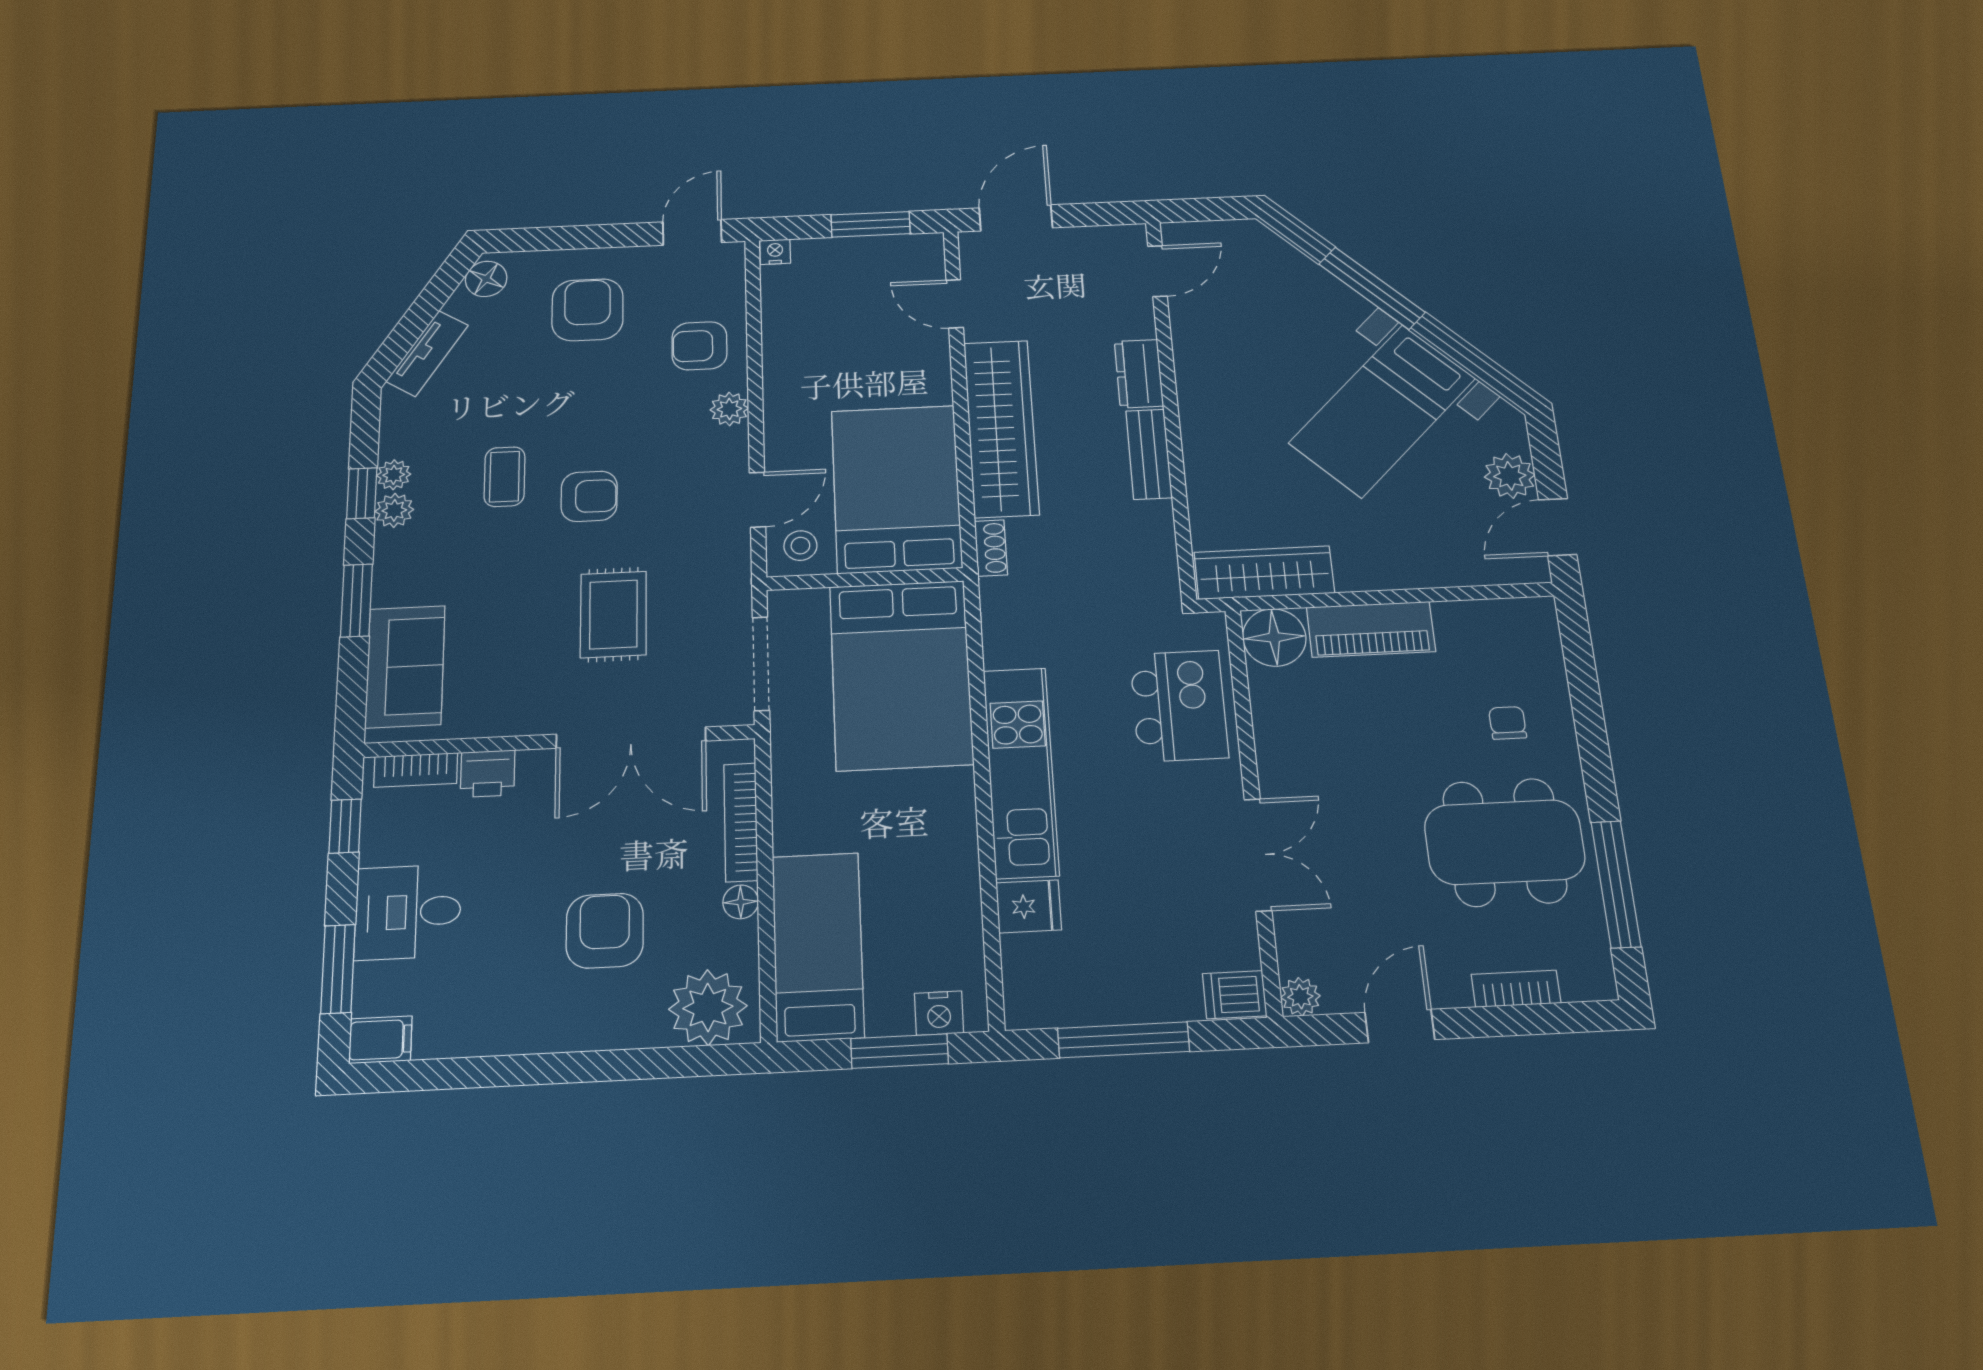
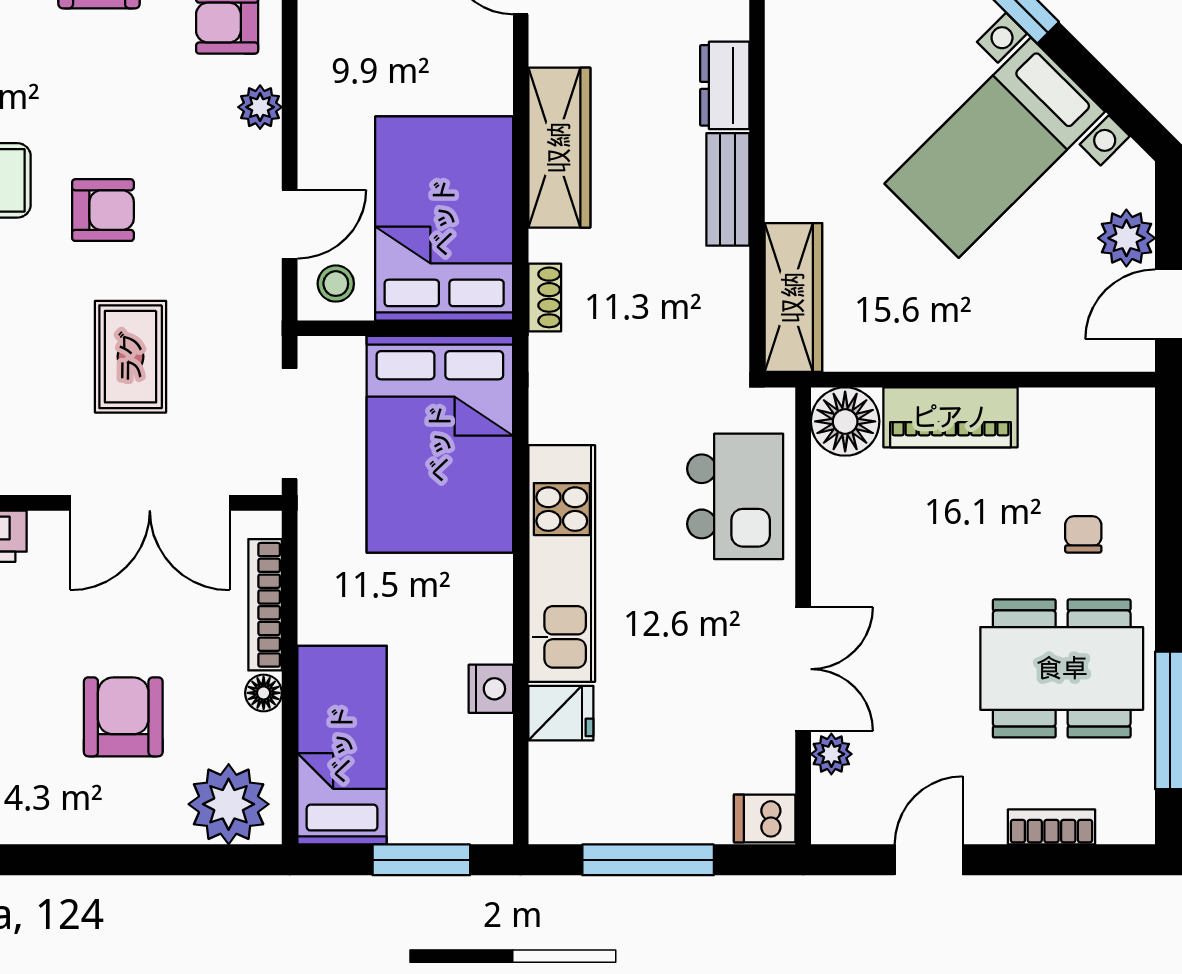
wardrobe: (1001, 428) -> (559, 148), width x0.71, depth x0.85
wardrobe: (1264, 573) -> (793, 298), moved, turned 90
plant: (1300, 997) -> (831, 754), moved
nightstand: (939, 1013) -> (491, 689), moved, turned -90

